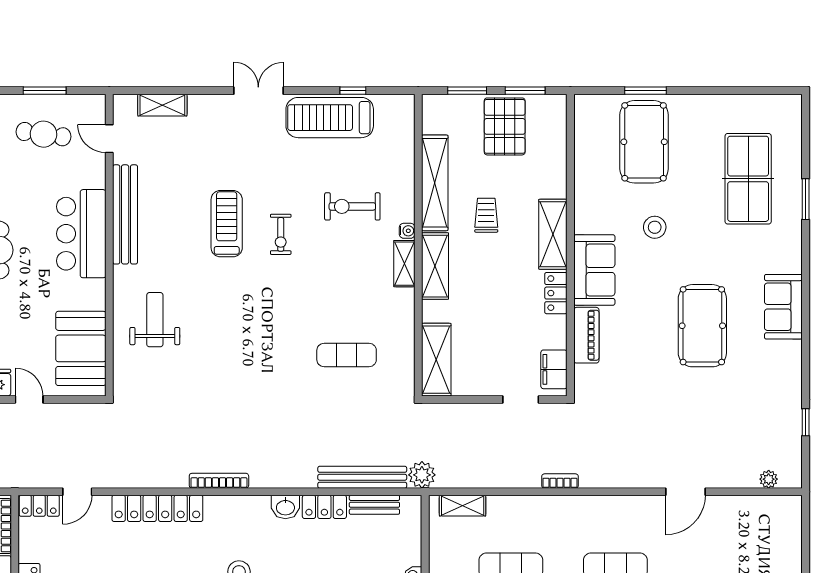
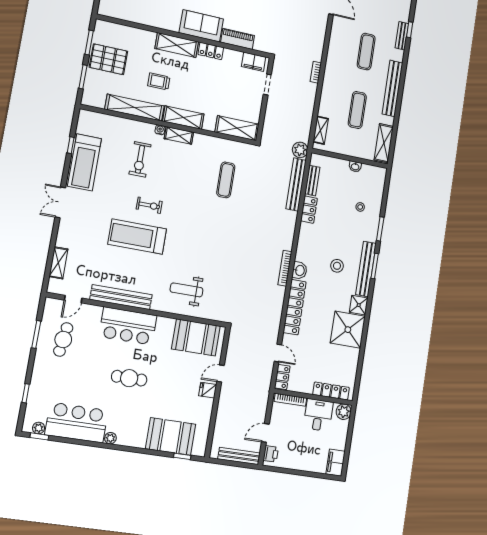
treadmill: (227, 224) -> (137, 237), width x1.37, depth x1.38
washbasin: (285, 507) -> (300, 270), moved

